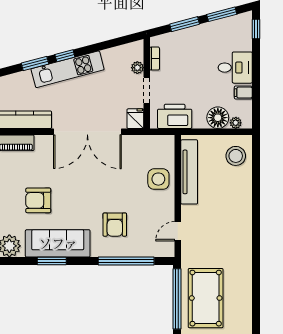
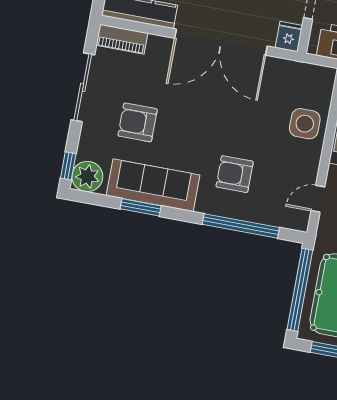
armchair: (115, 225) -> (235, 174), turned 90

